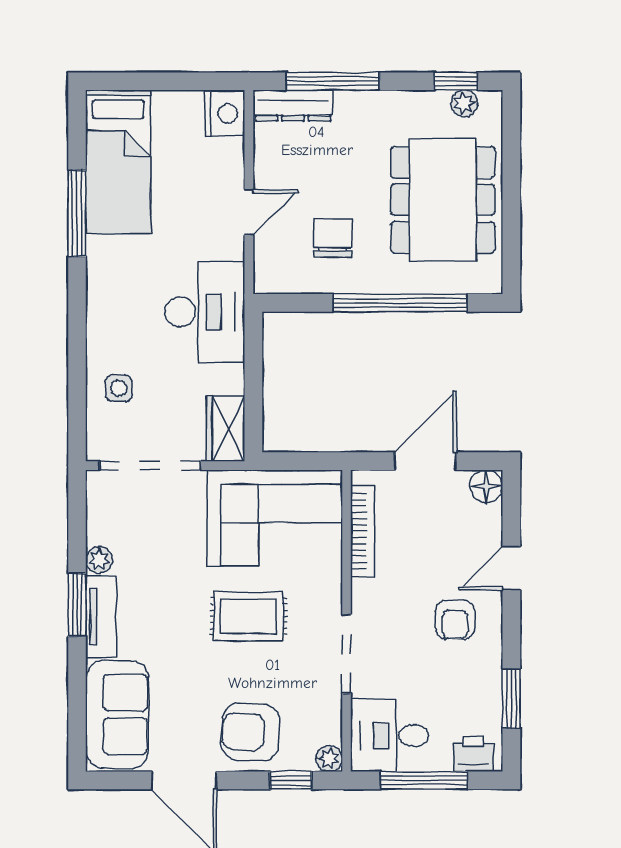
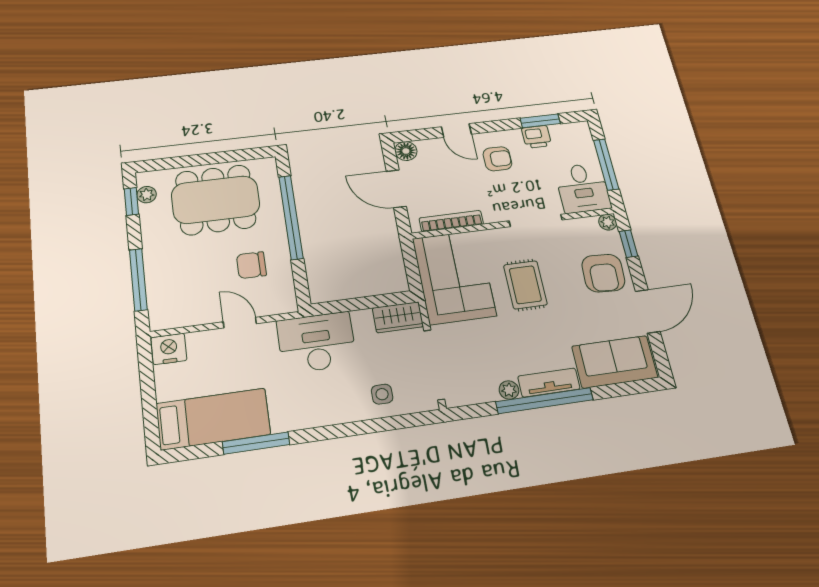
dresser: (293, 106) -> (159, 304), removed
window: (77, 605) -> (545, 401), width x2.11
printer: (473, 754) -> (537, 137), moved, turned -90

